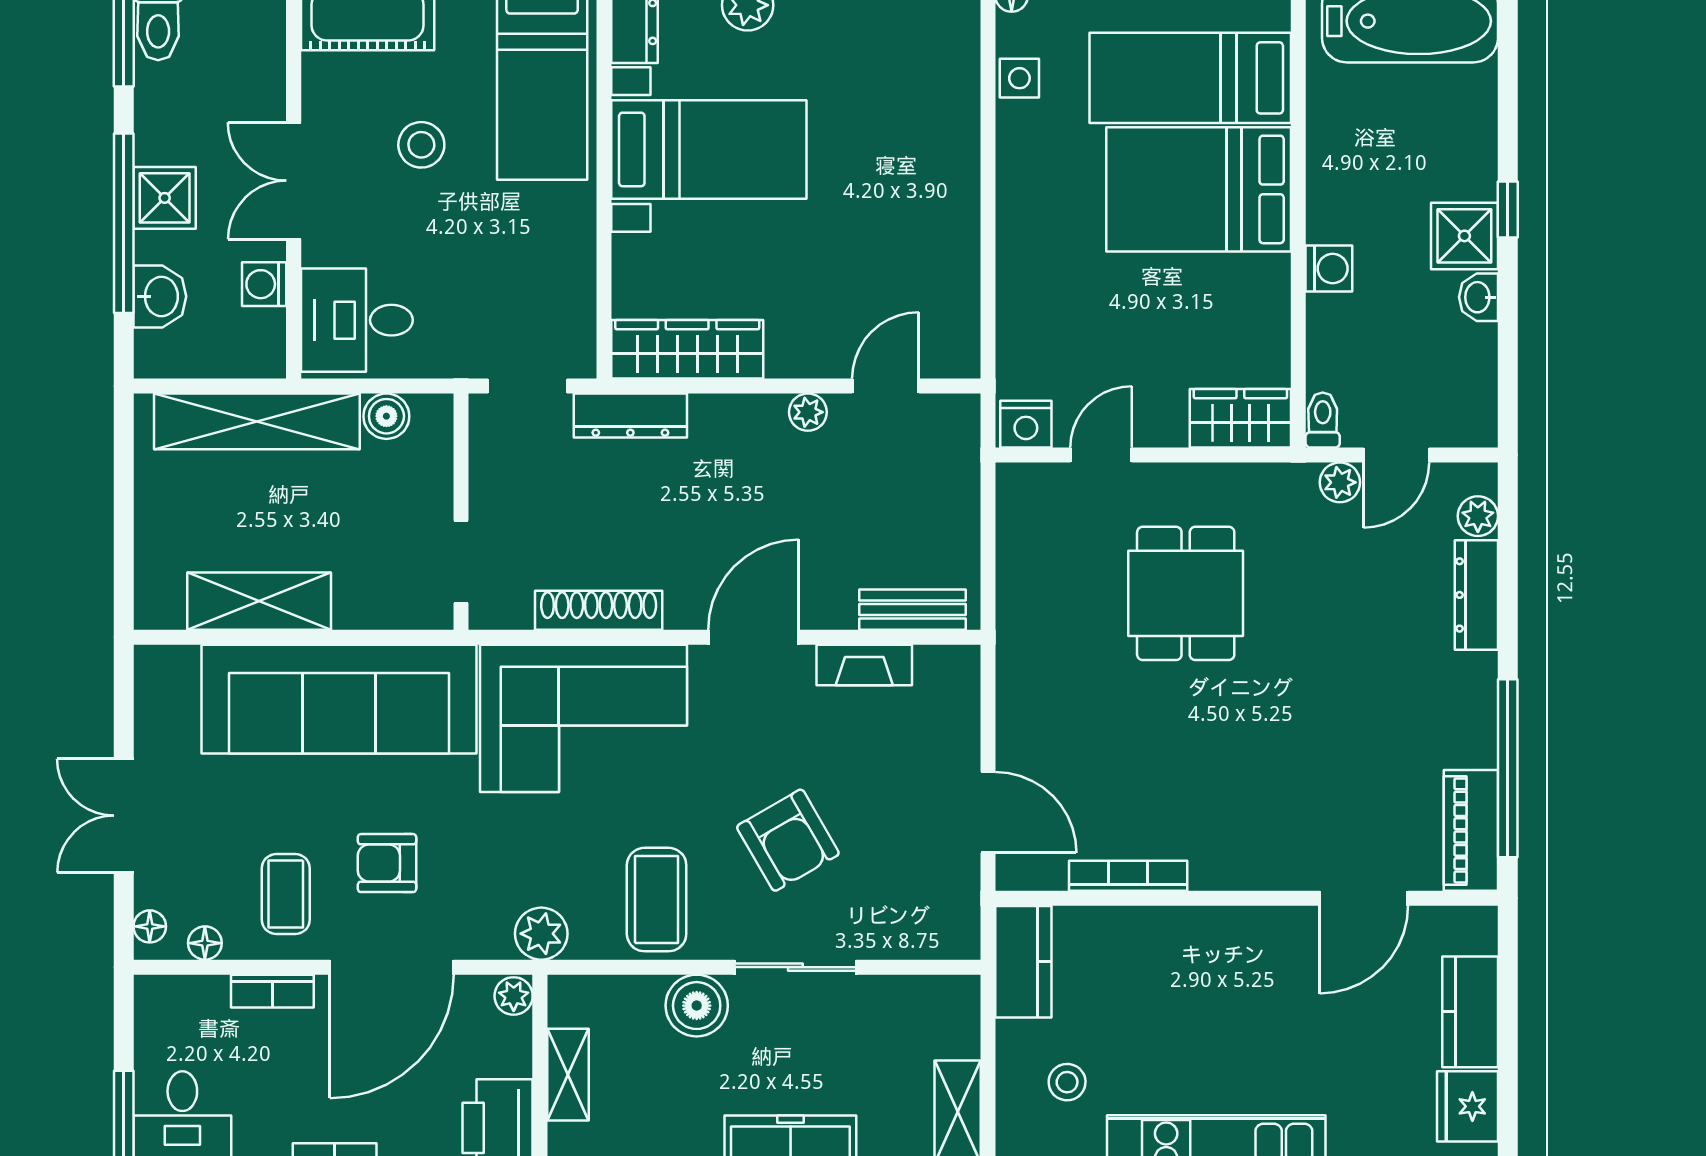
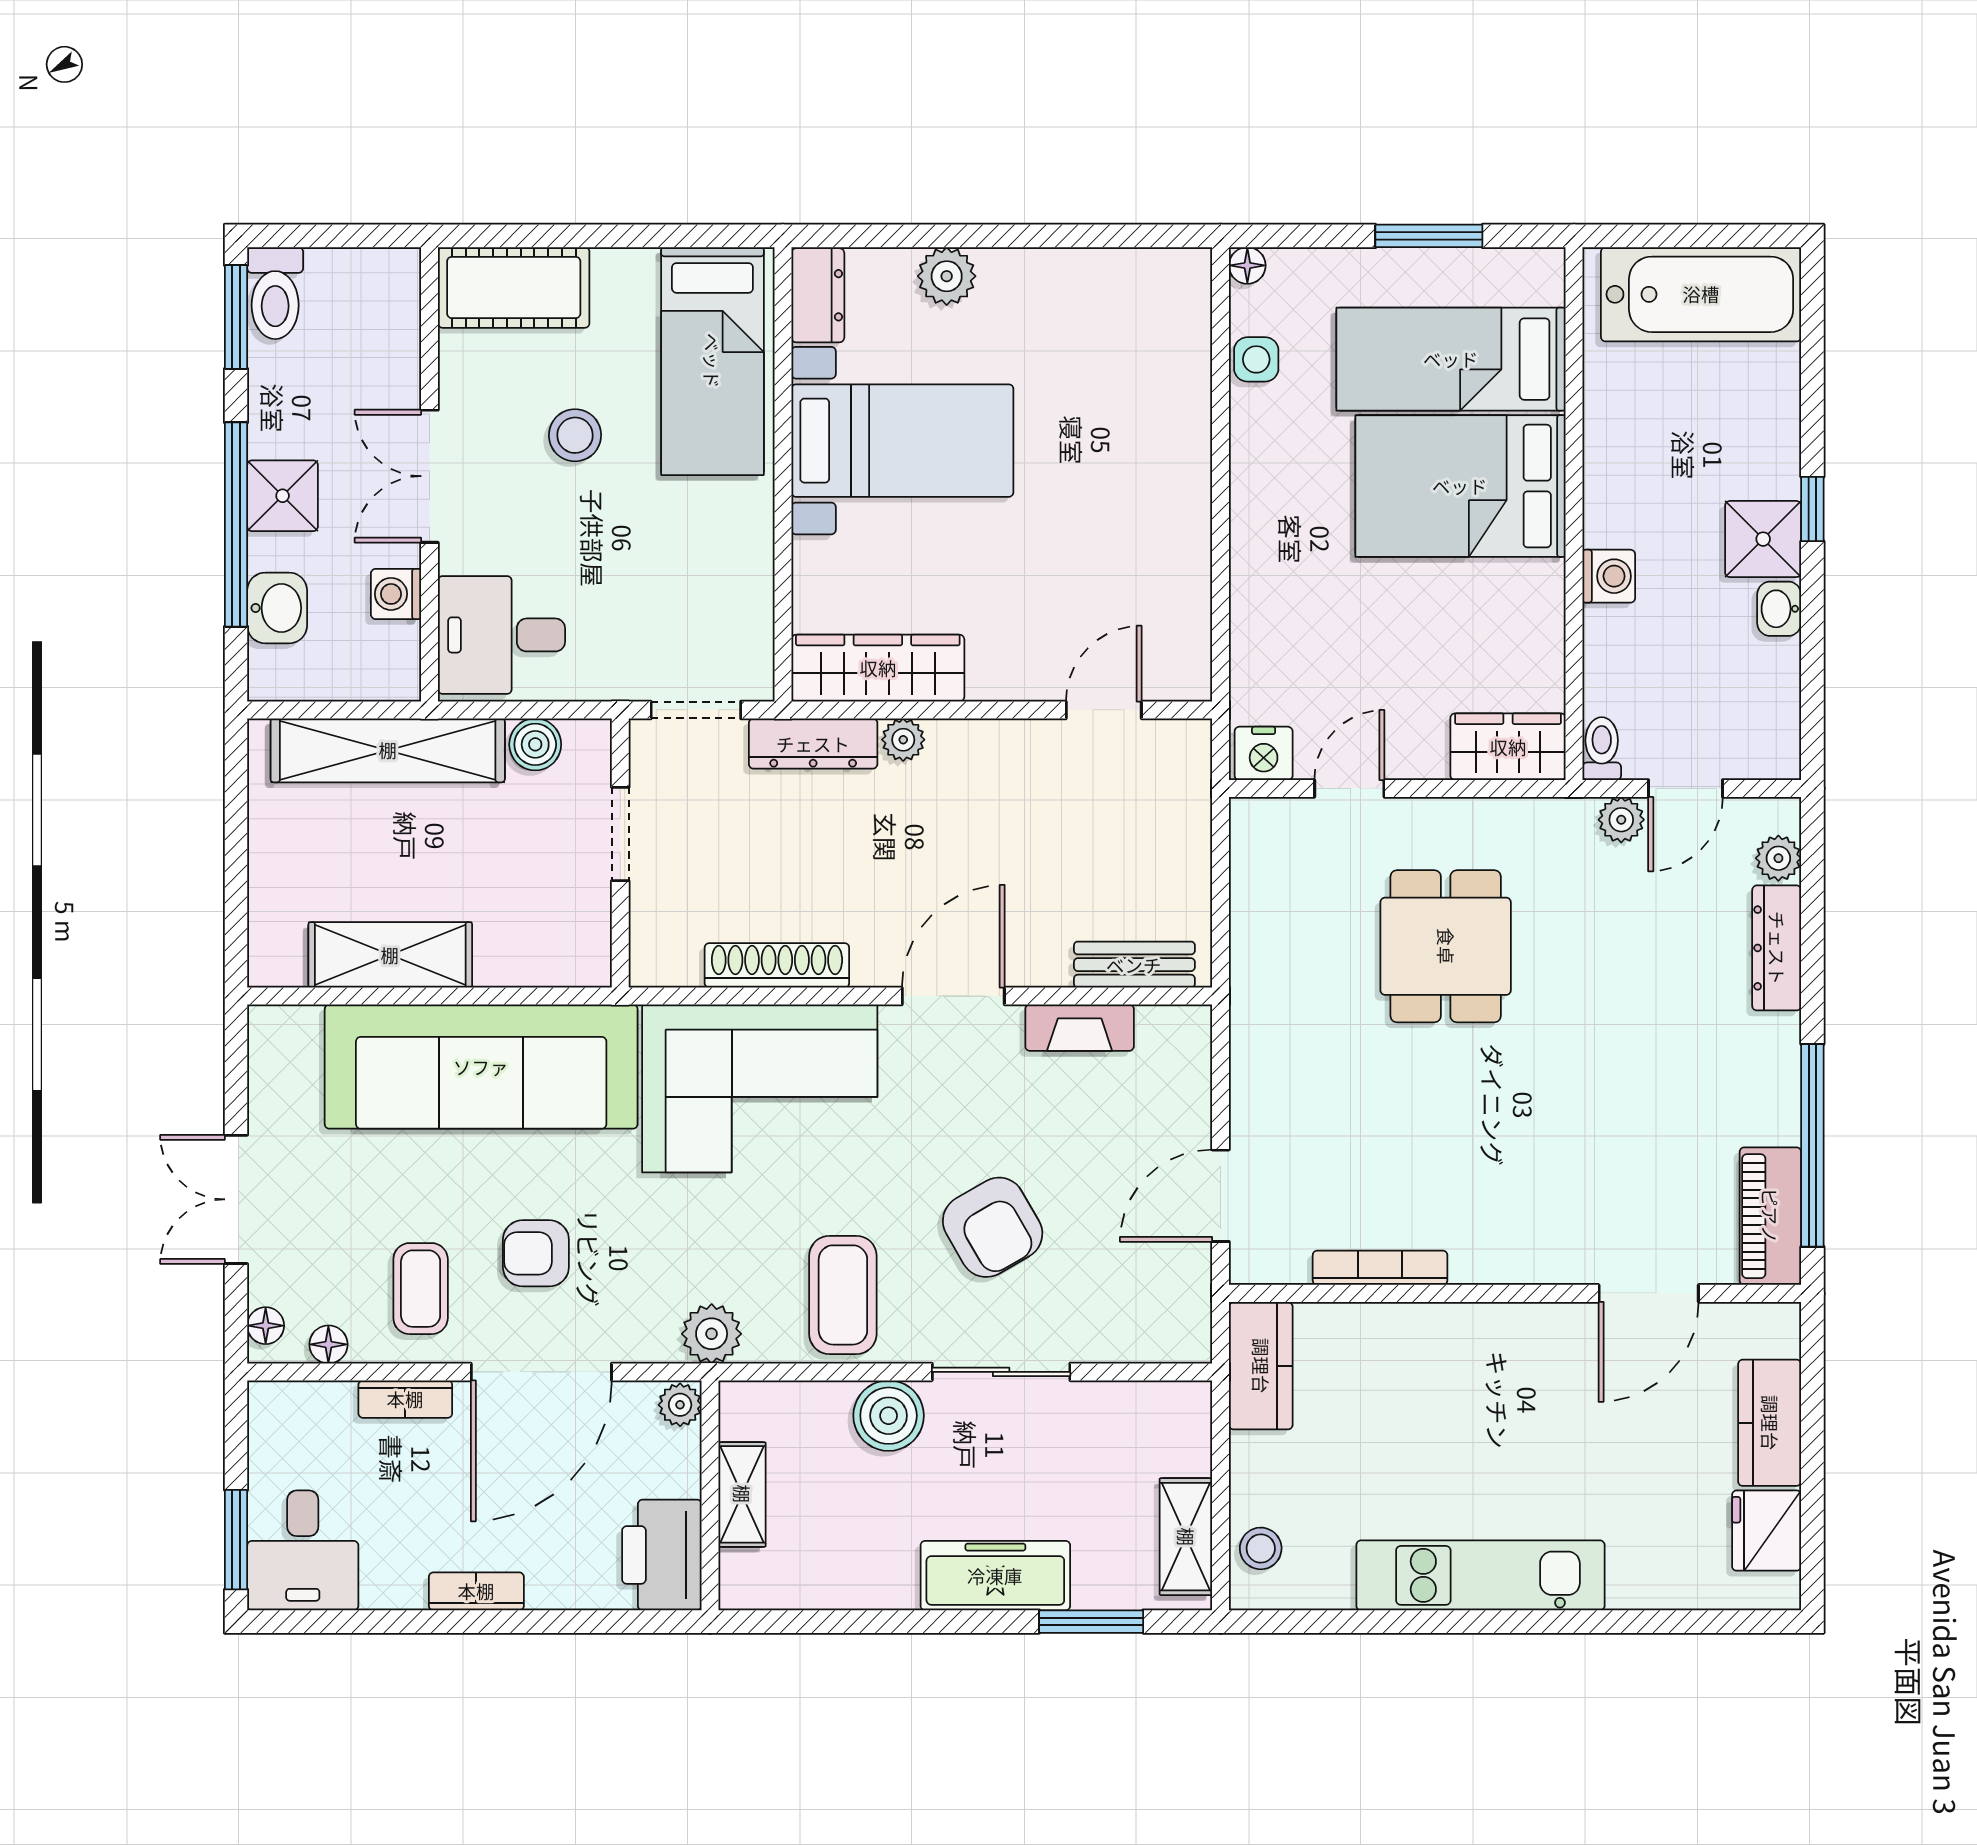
plant: (808, 412) -> (903, 740), moved
doorway: (461, 562) -> (620, 834), moved
door: (988, 812) -> (1221, 1196), swing flipped
stool: (1067, 1082) -> (1261, 1548), moved

